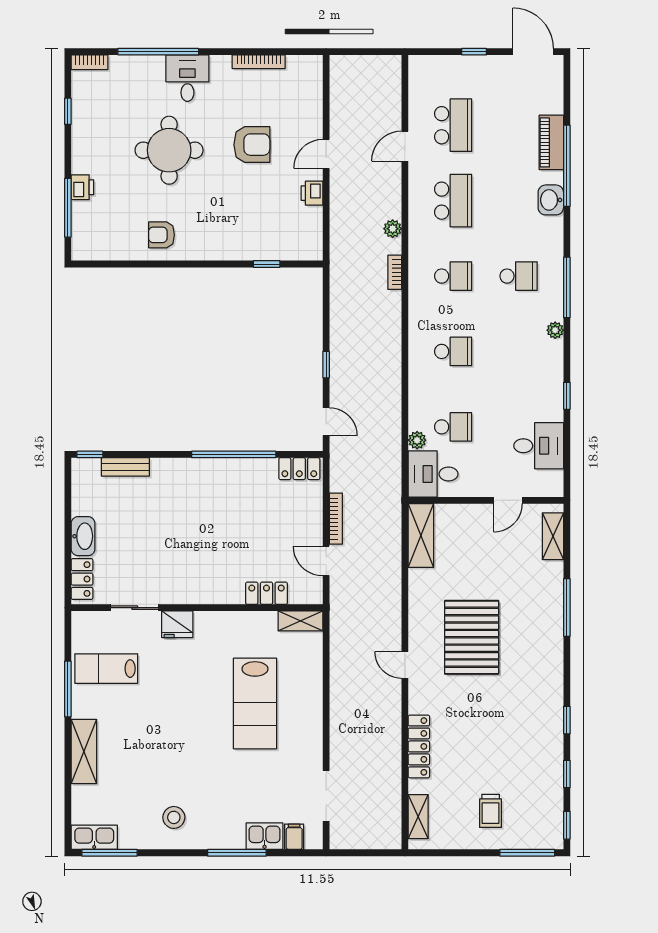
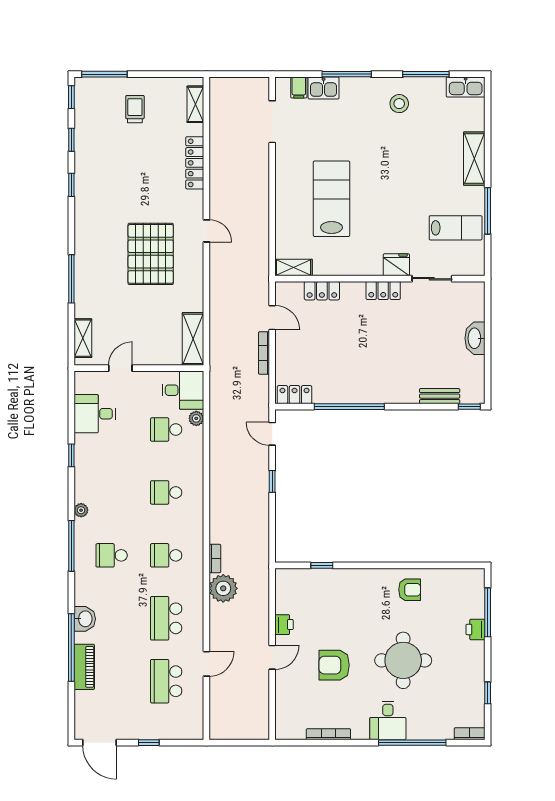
plant: (393, 229) -> (223, 588), width x1.87, depth x1.87
locker: (82, 579) -> (383, 291), moved, turned -90
window: (109, 853) -> (426, 74), moved

